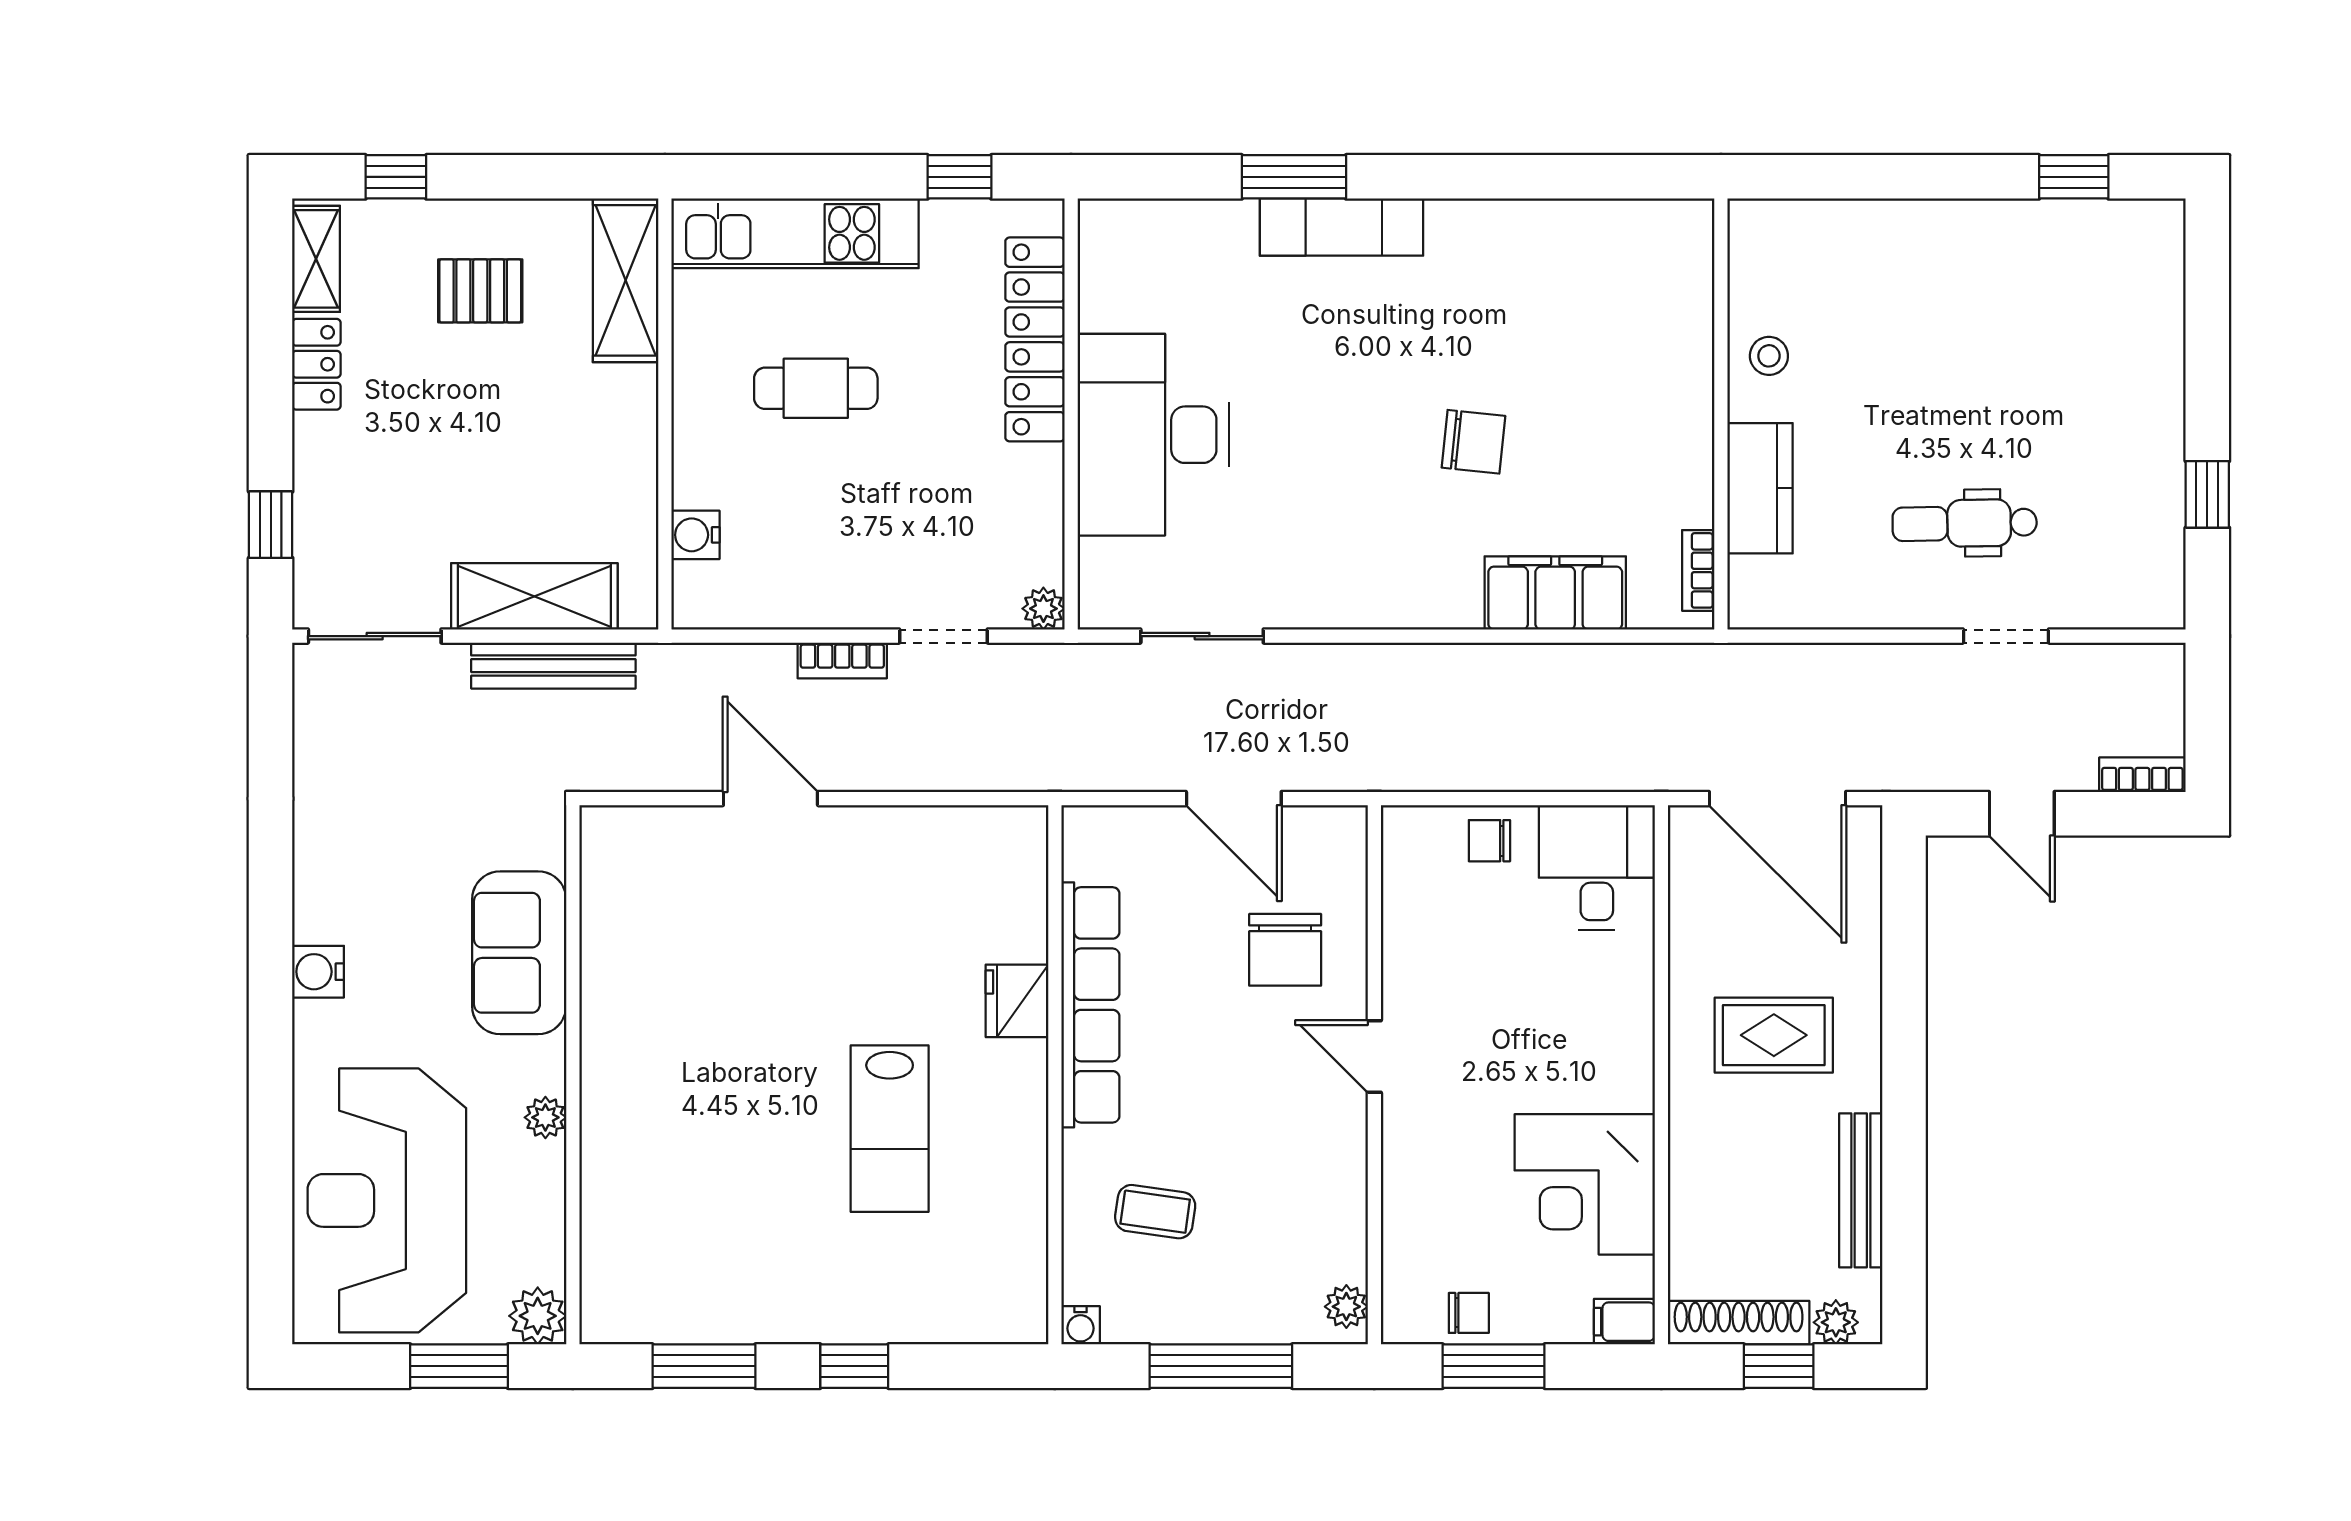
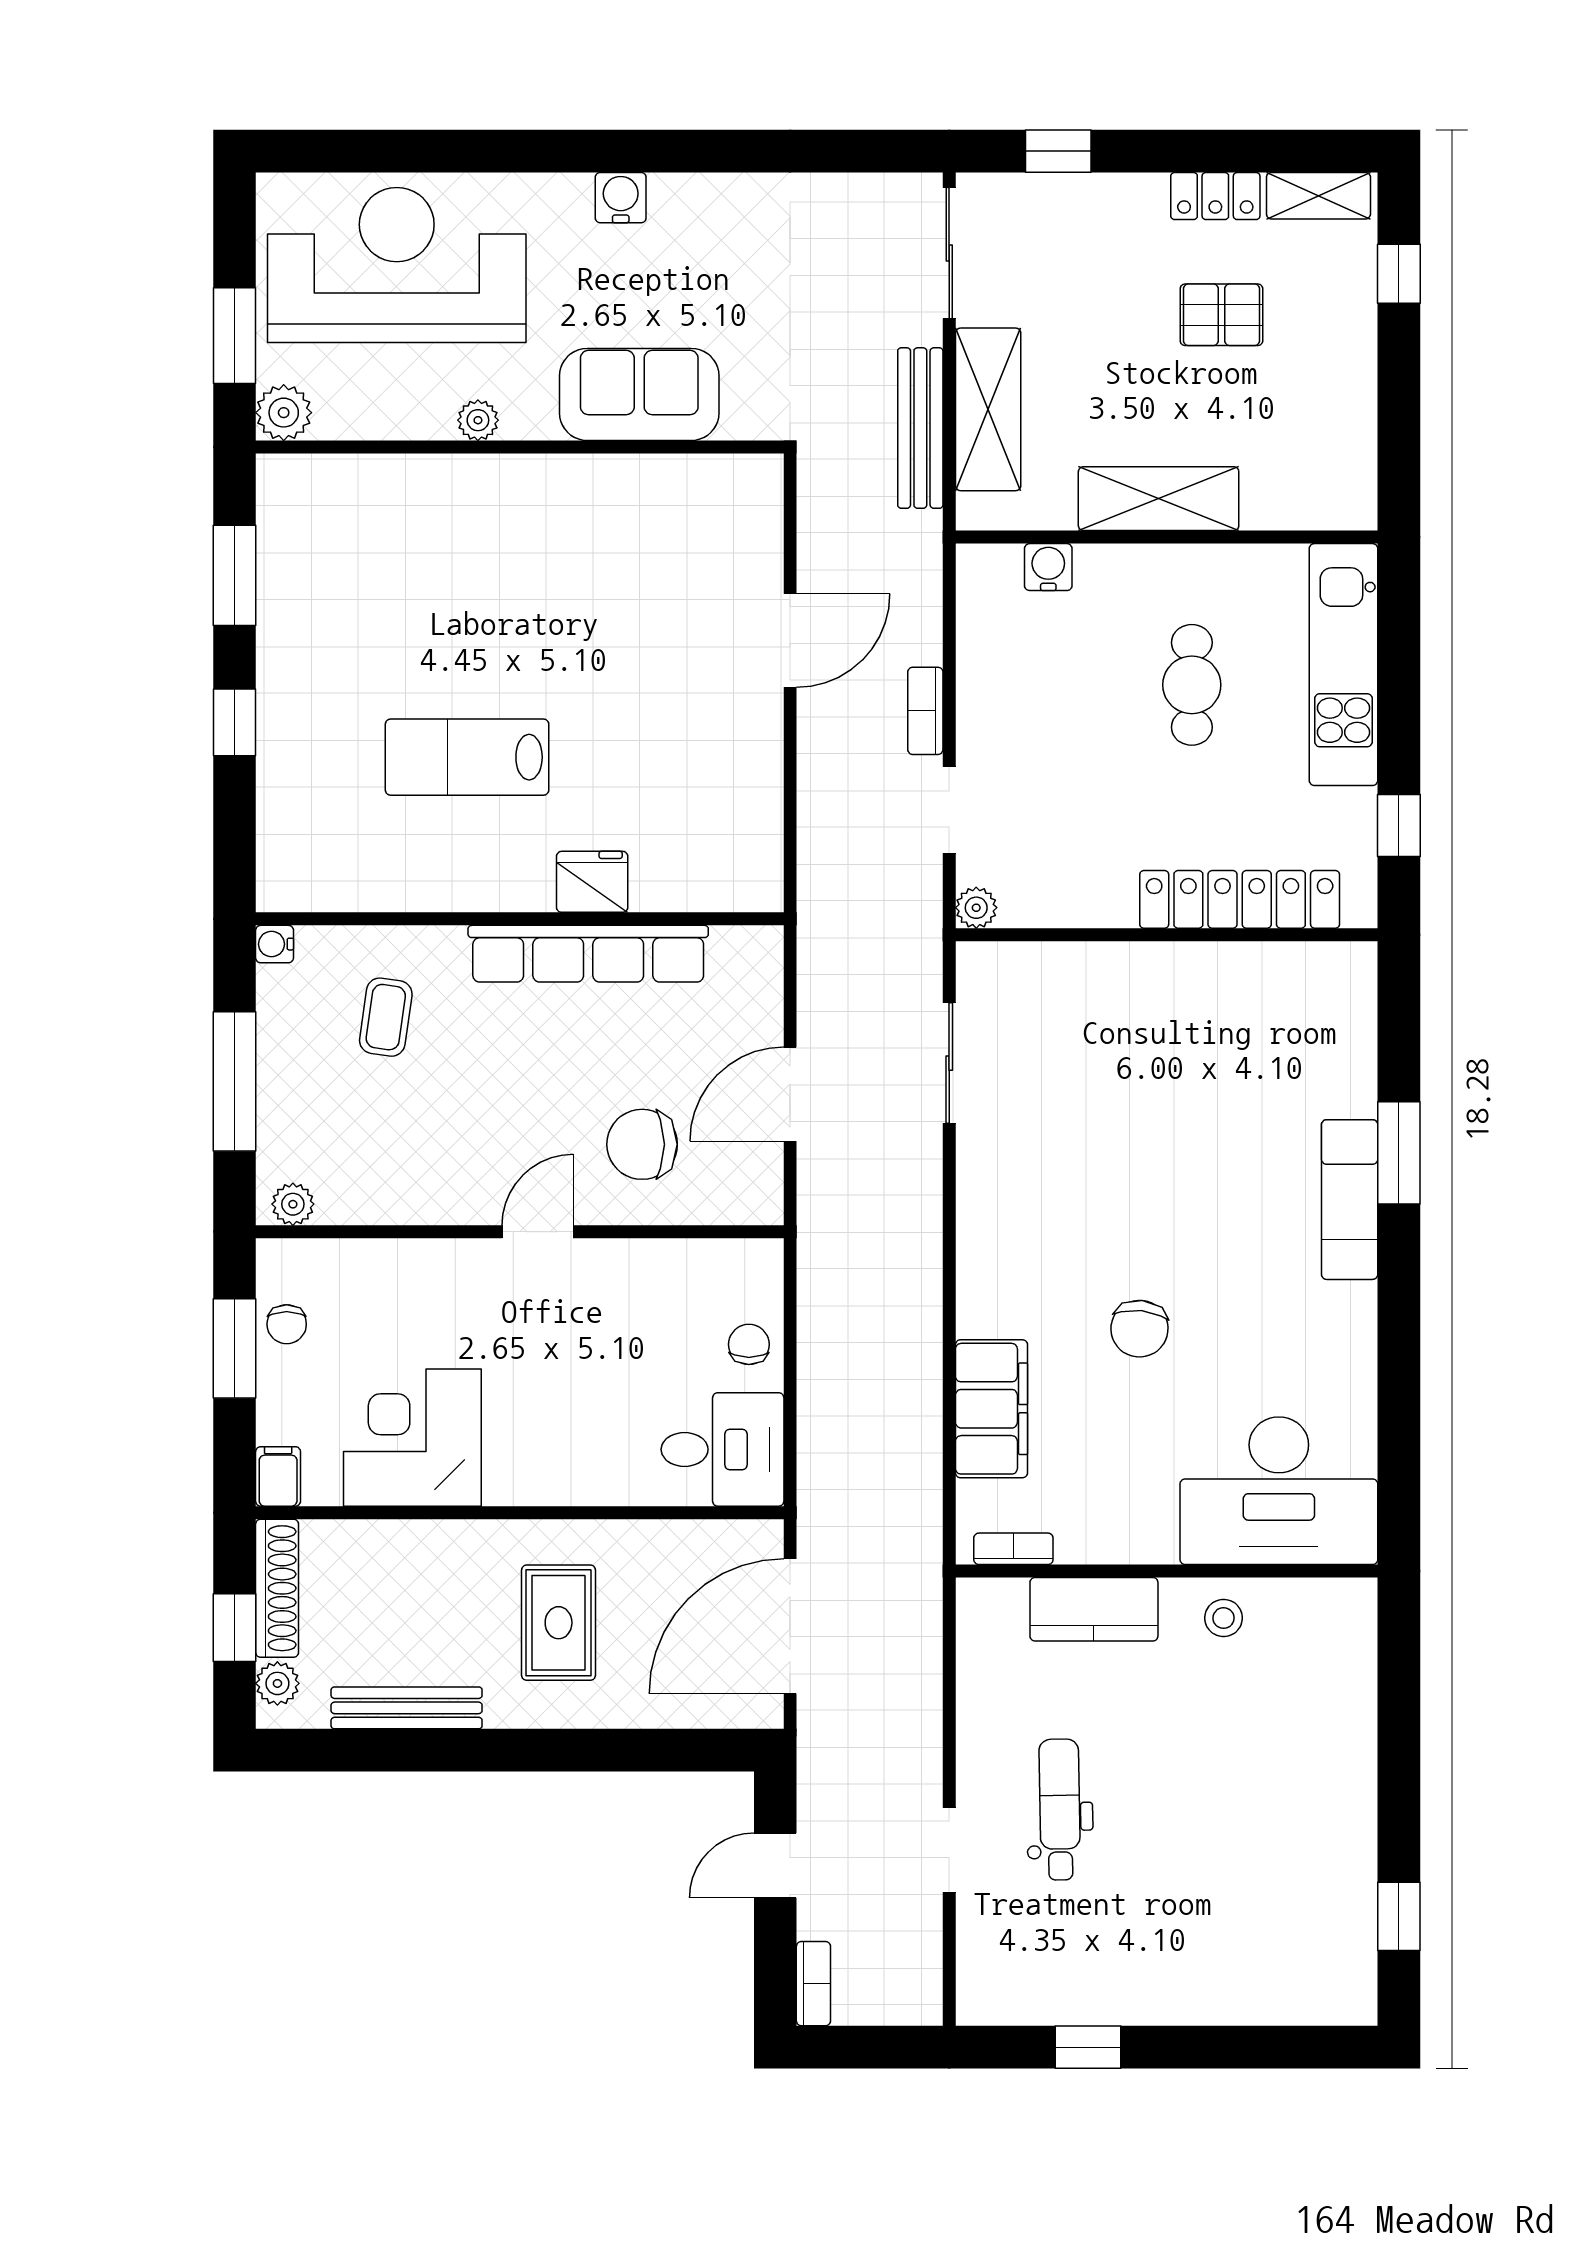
shelving: (626, 280) -> (1159, 499), moved
pallet: (480, 291) -> (1221, 315), moved, turned 90
desk: (1153, 435) -> (1279, 1491), moved, turned 180

